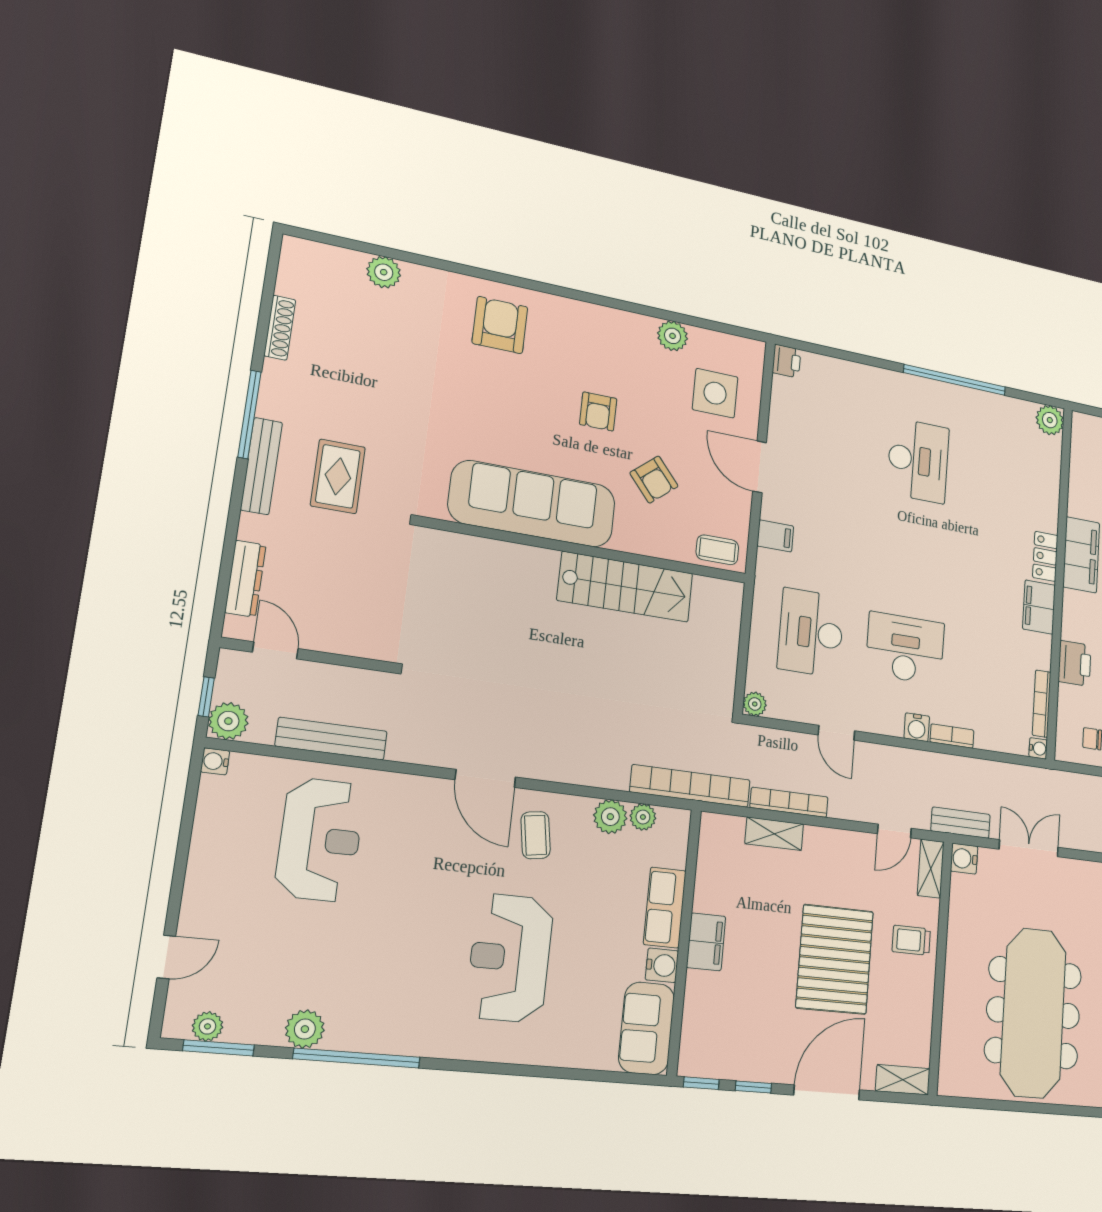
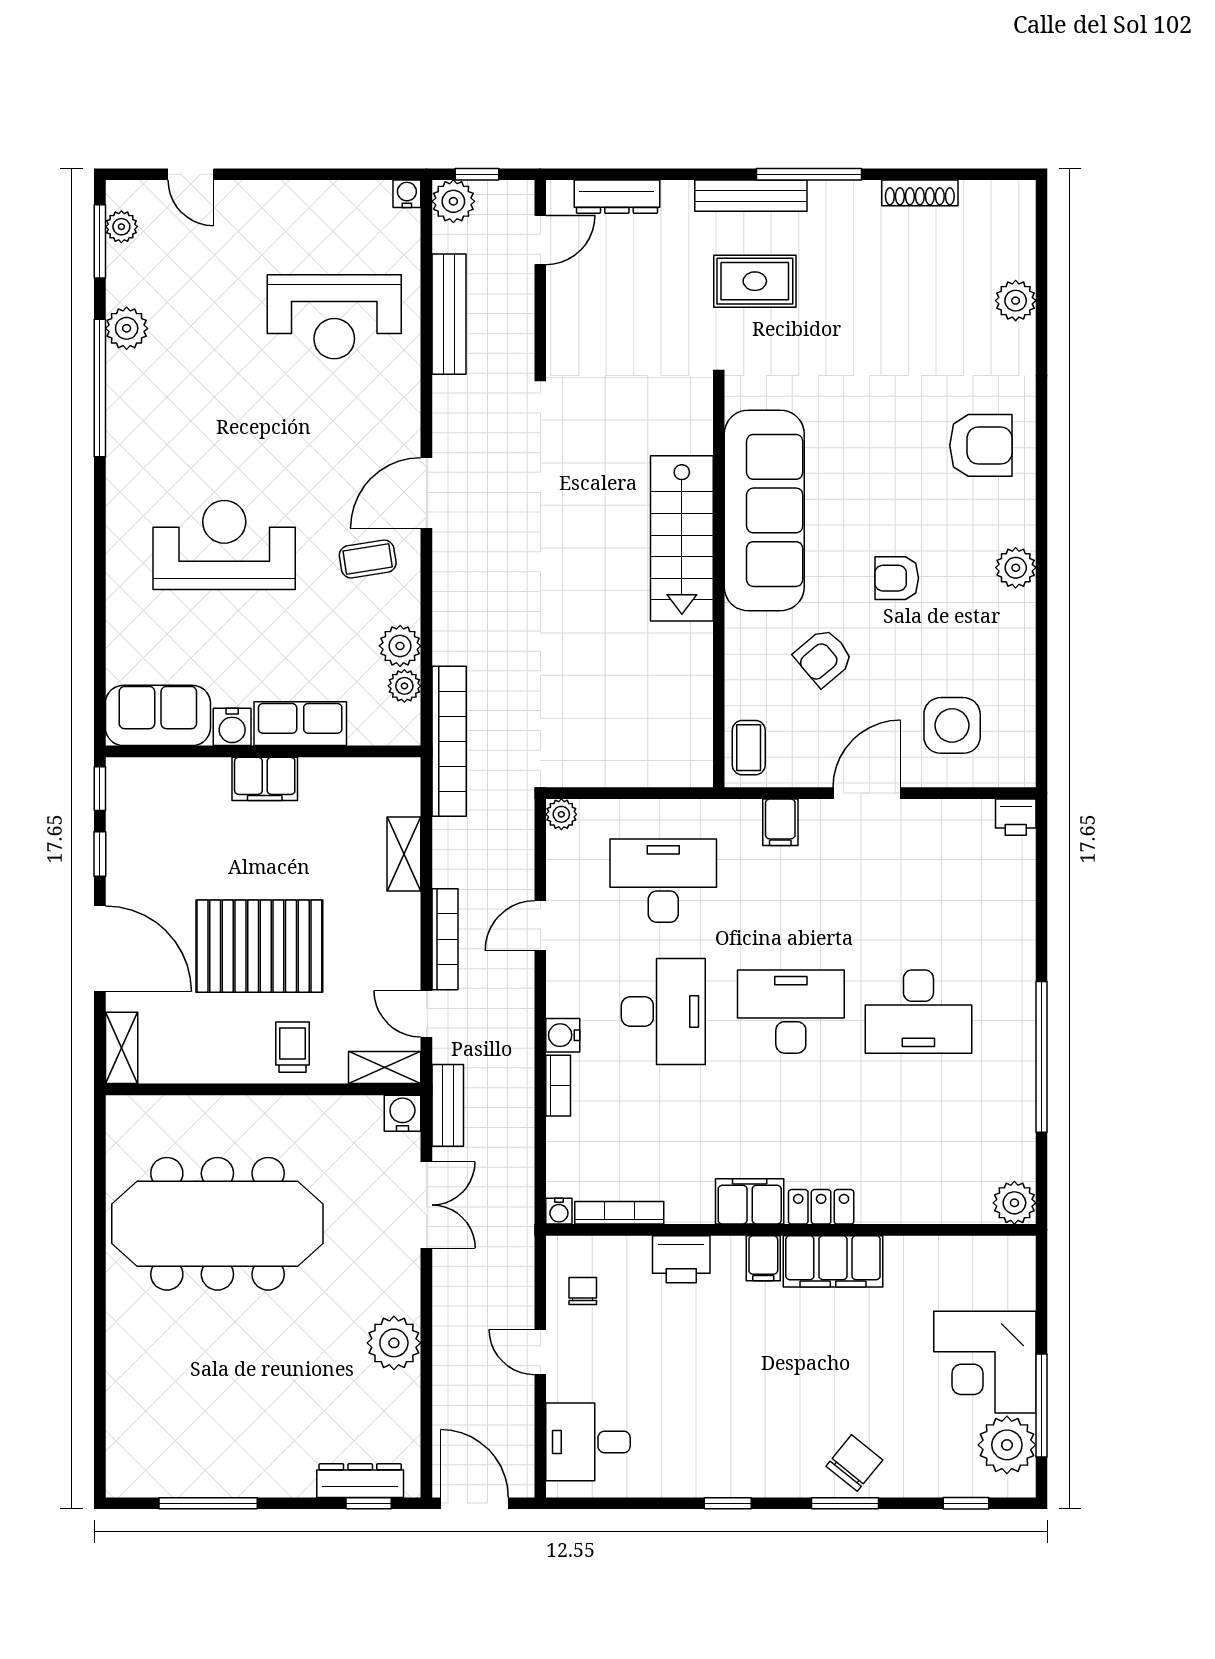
plant: (673, 336) -> (1016, 568), moved
desk: (912, 553) -> (791, 1012), added
stairs: (625, 587) -> (682, 538), moved
filing cabinet: (1077, 604) -> (763, 1258), added
bookcase: (789, 802) -> (445, 939), moved

